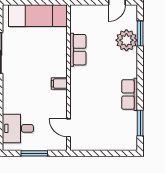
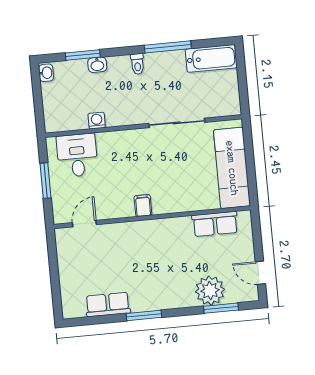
row of seats: (78, 50) -> (215, 224), moved
row of seats: (130, 94) -> (108, 305), moved
window: (140, 123) -> (144, 315), moved

